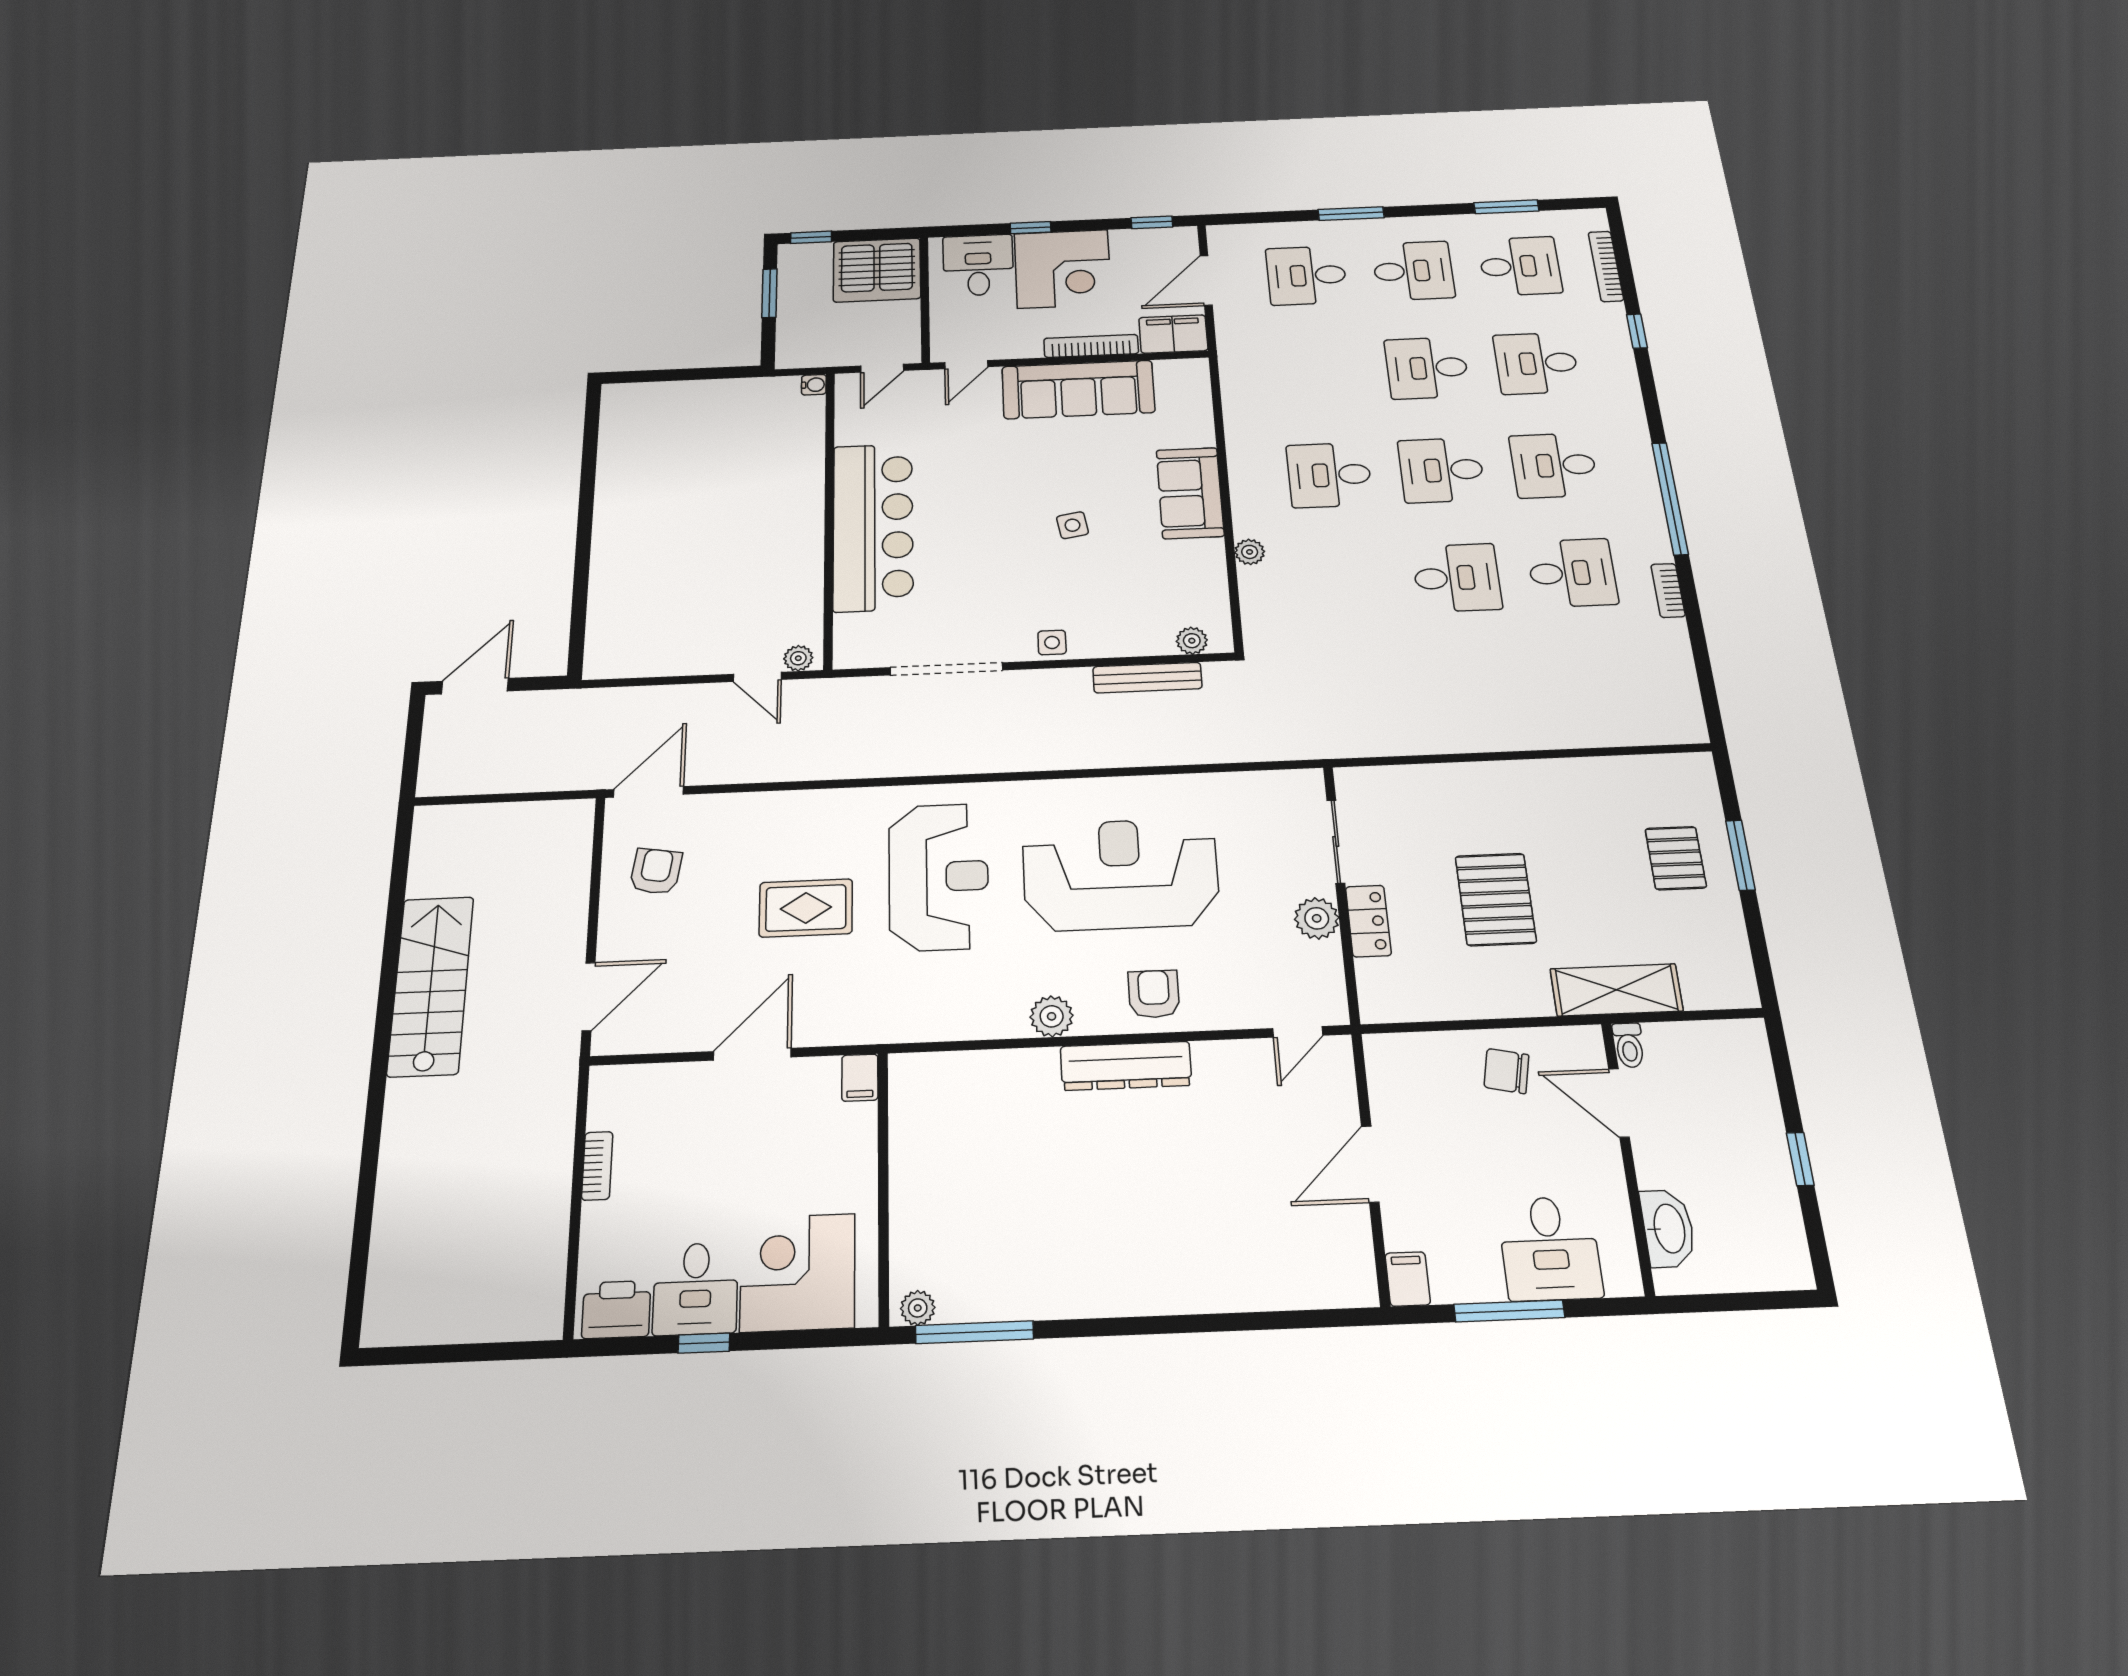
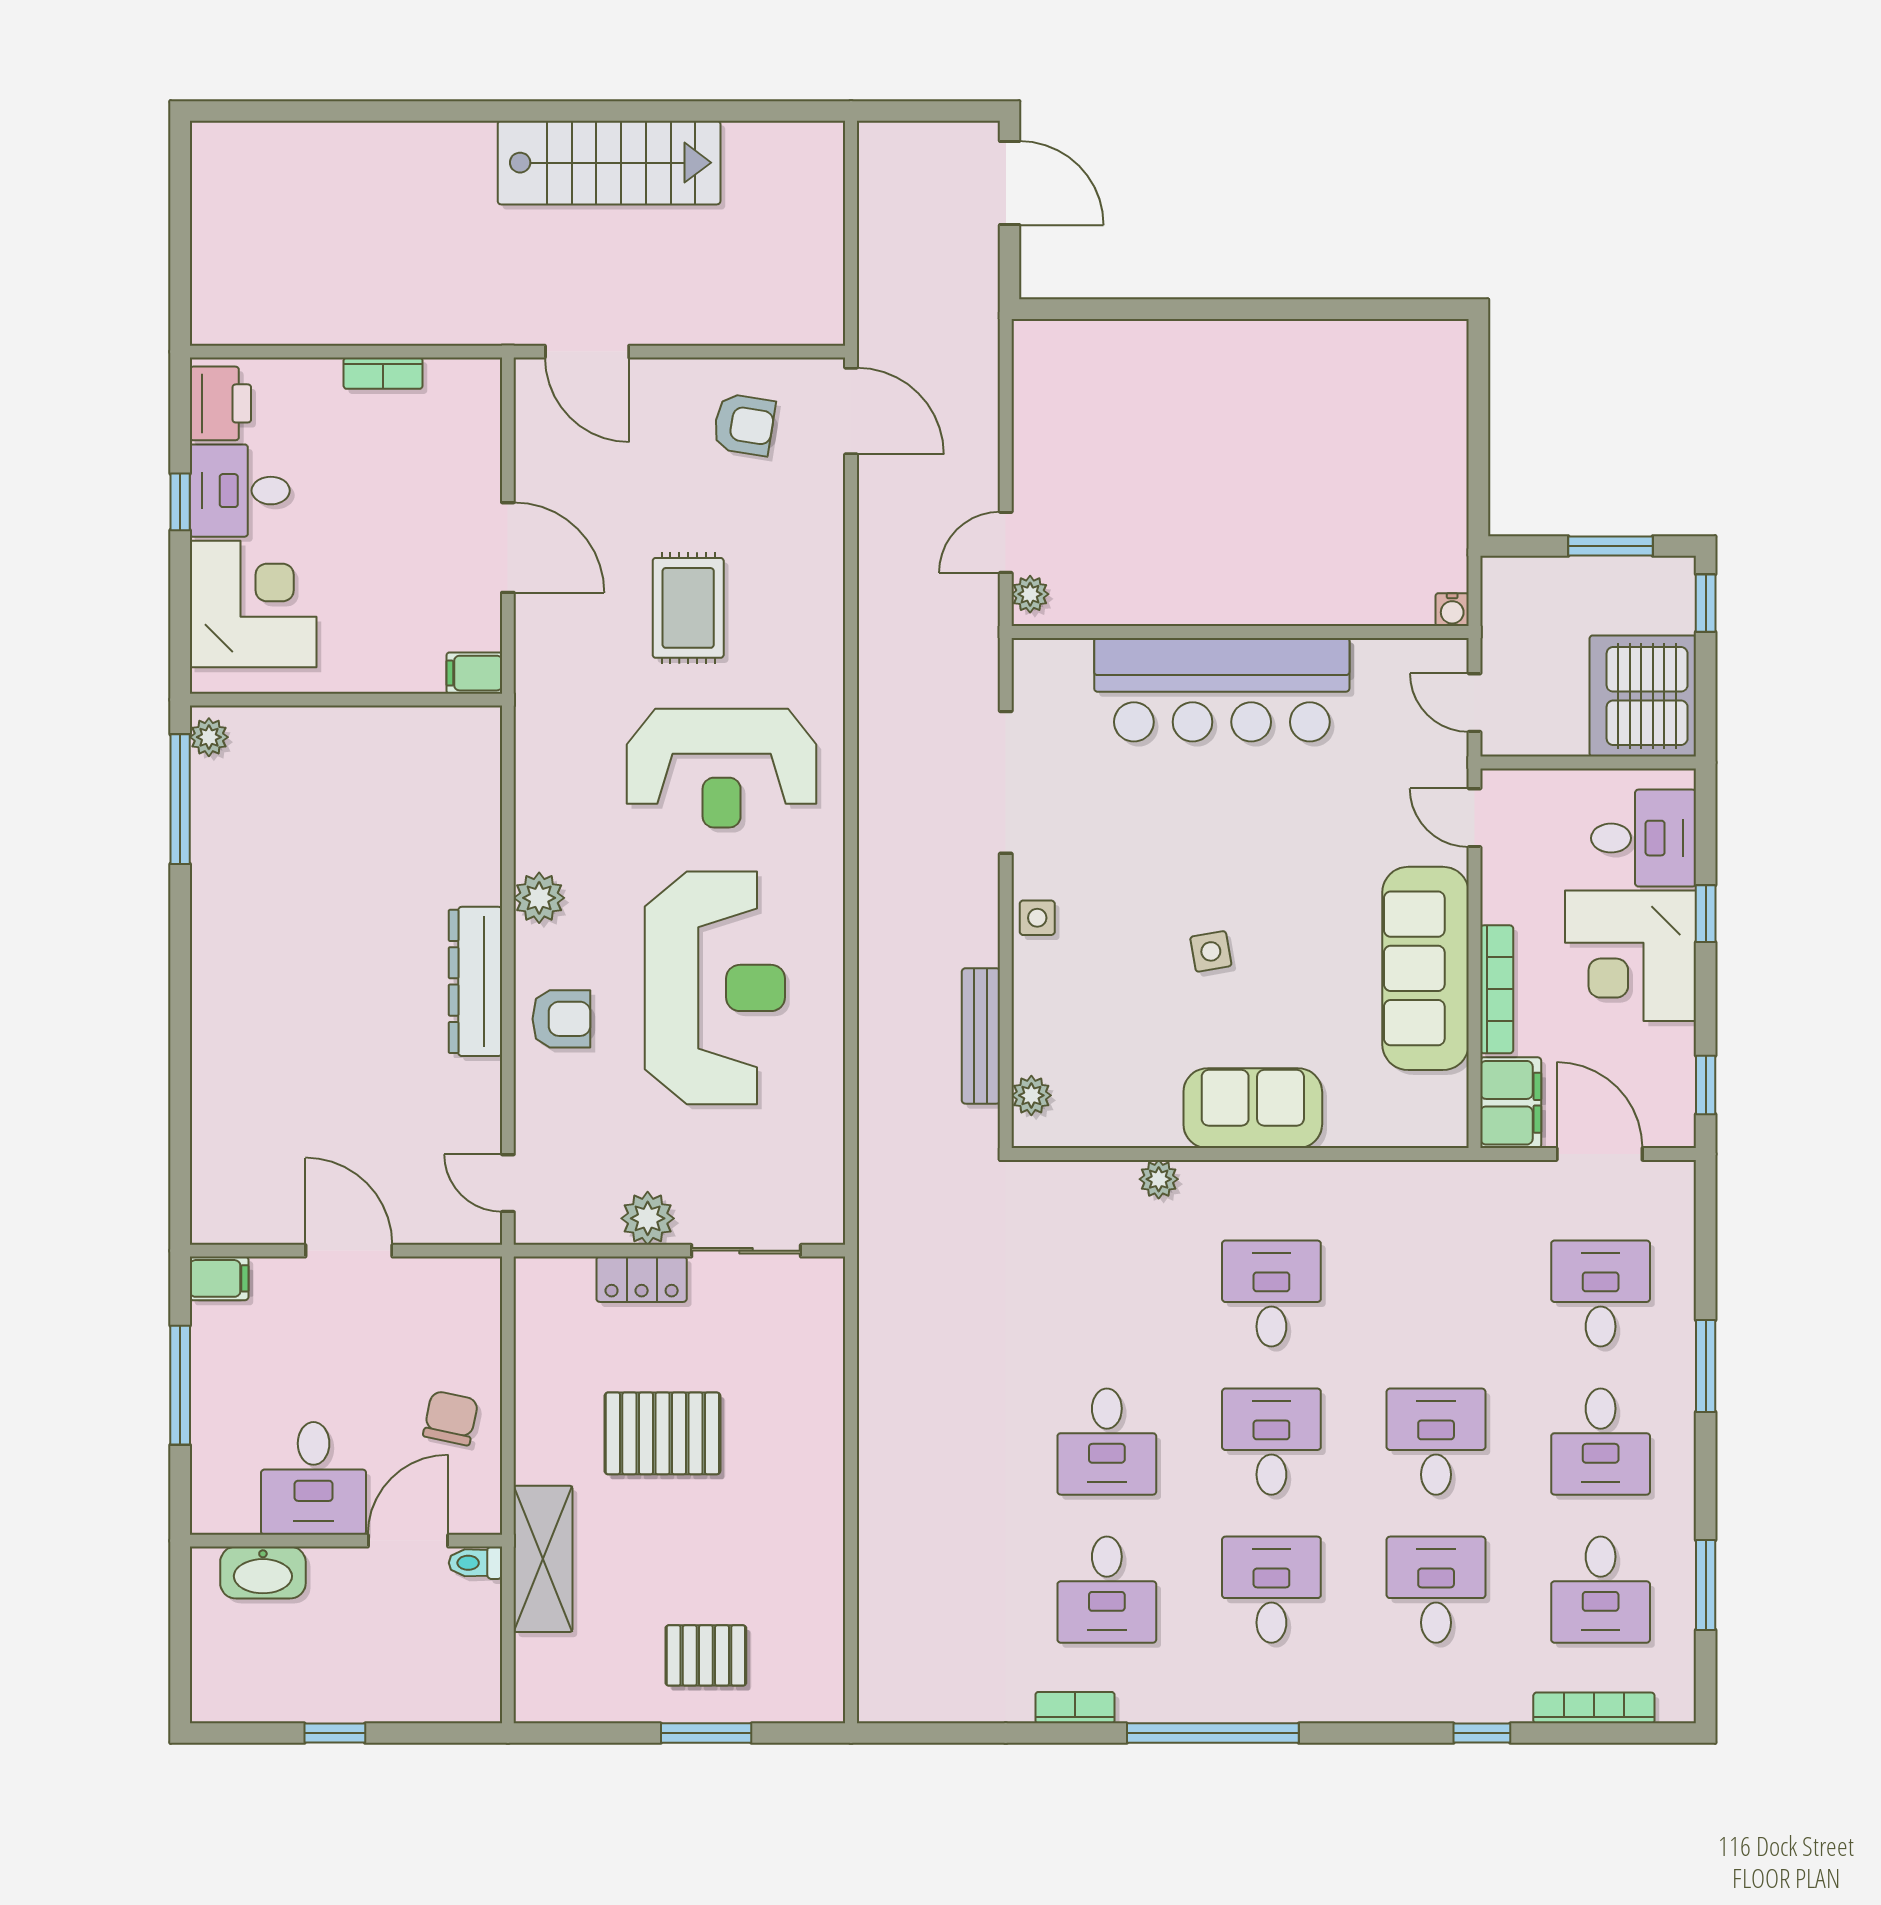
desk: (1550, 1248) -> (314, 1478), moved, turned -90

